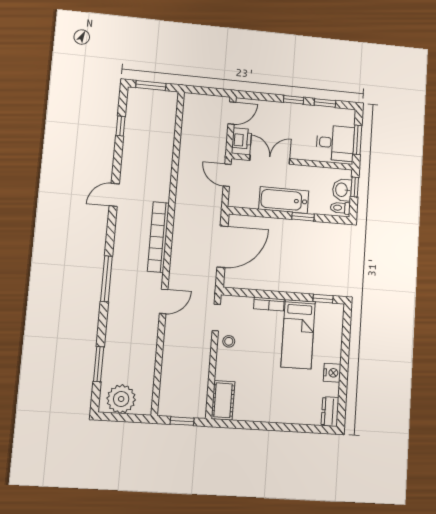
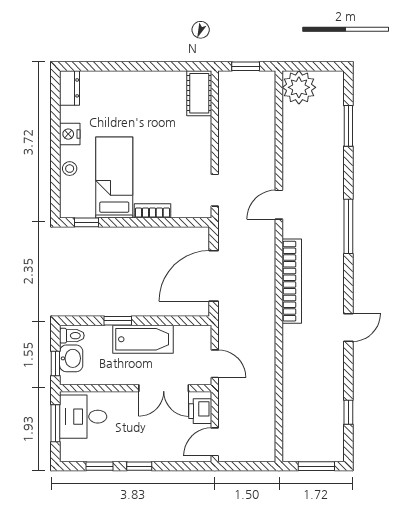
stool: (229, 341) -> (70, 169), moved
plant: (121, 399) -> (299, 87), moved

